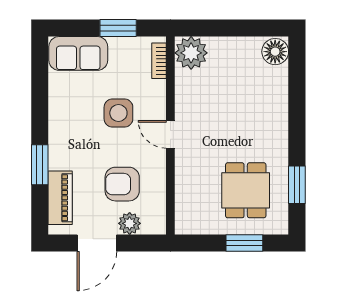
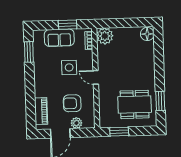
sofa: (78, 53) -> (59, 38), moved
window: (40, 165) -> (29, 52), moved
dining table: (246, 190) -> (135, 104), width x1.38
window: (244, 243) -> (119, 132), moved

